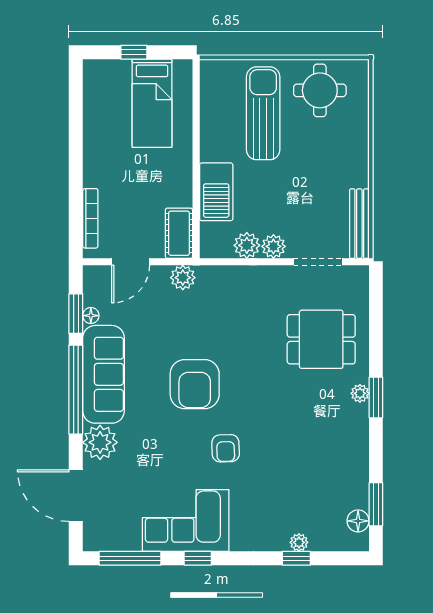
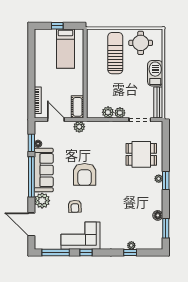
barbecue: (216, 192) -> (155, 73), moved, turned 180
door: (131, 262) -> (56, 120), swing flipped
armchair: (226, 448) -> (75, 206), moved
floor lamp: (358, 521) -> (158, 215), moved

